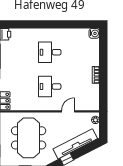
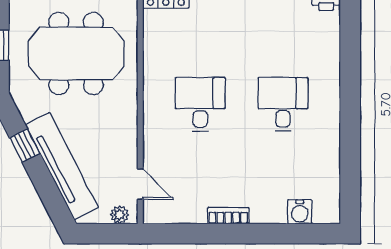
water cooler: (94, 33) -> (300, 212), moved
door: (68, 111) -> (140, 184), moved

